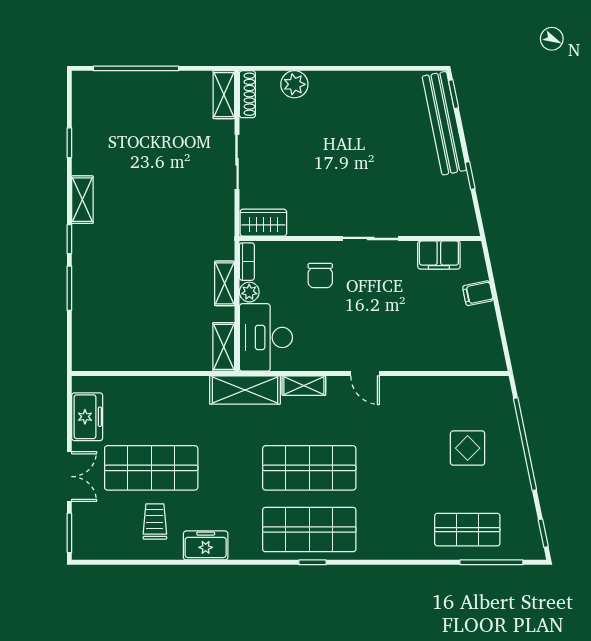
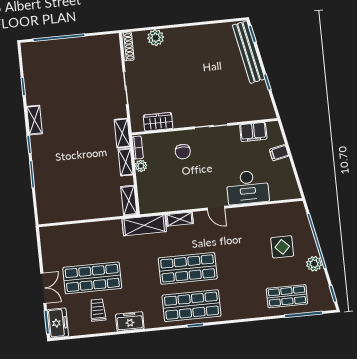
shelving: (224, 95) -> (122, 133), moved
wardrobe: (263, 223) -> (158, 122), moved
desk: (266, 337) -> (248, 187), moved, turned -90
freezer: (87, 417) -> (58, 323), moved
plant: (517, 481) -> (314, 264), added

